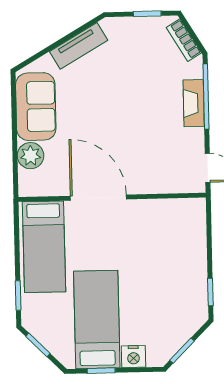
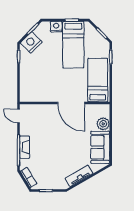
nightstand: (185, 322) -> (31, 42), added

